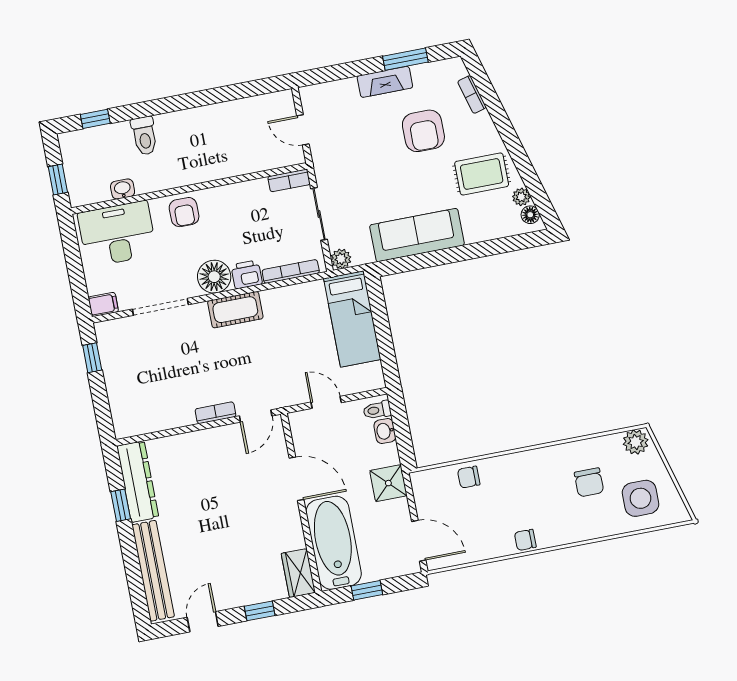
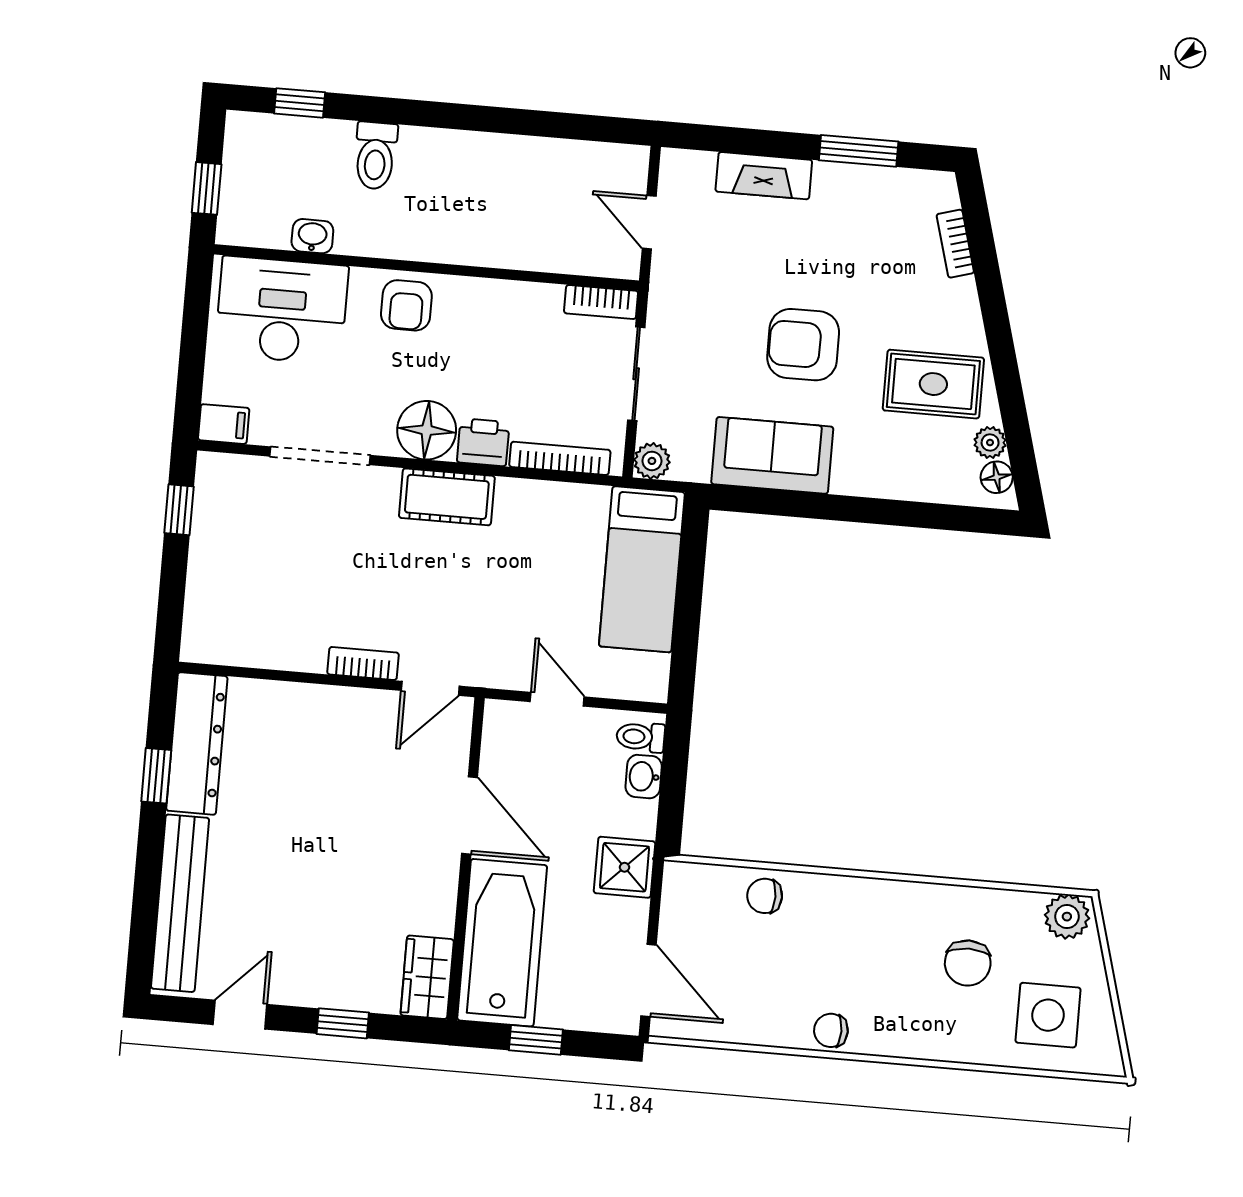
fireplace: (385, 82) -> (764, 176), moved
armchair: (423, 131) -> (803, 345), moved, turned 90
sofa: (417, 235) -> (772, 455), width x0.73

